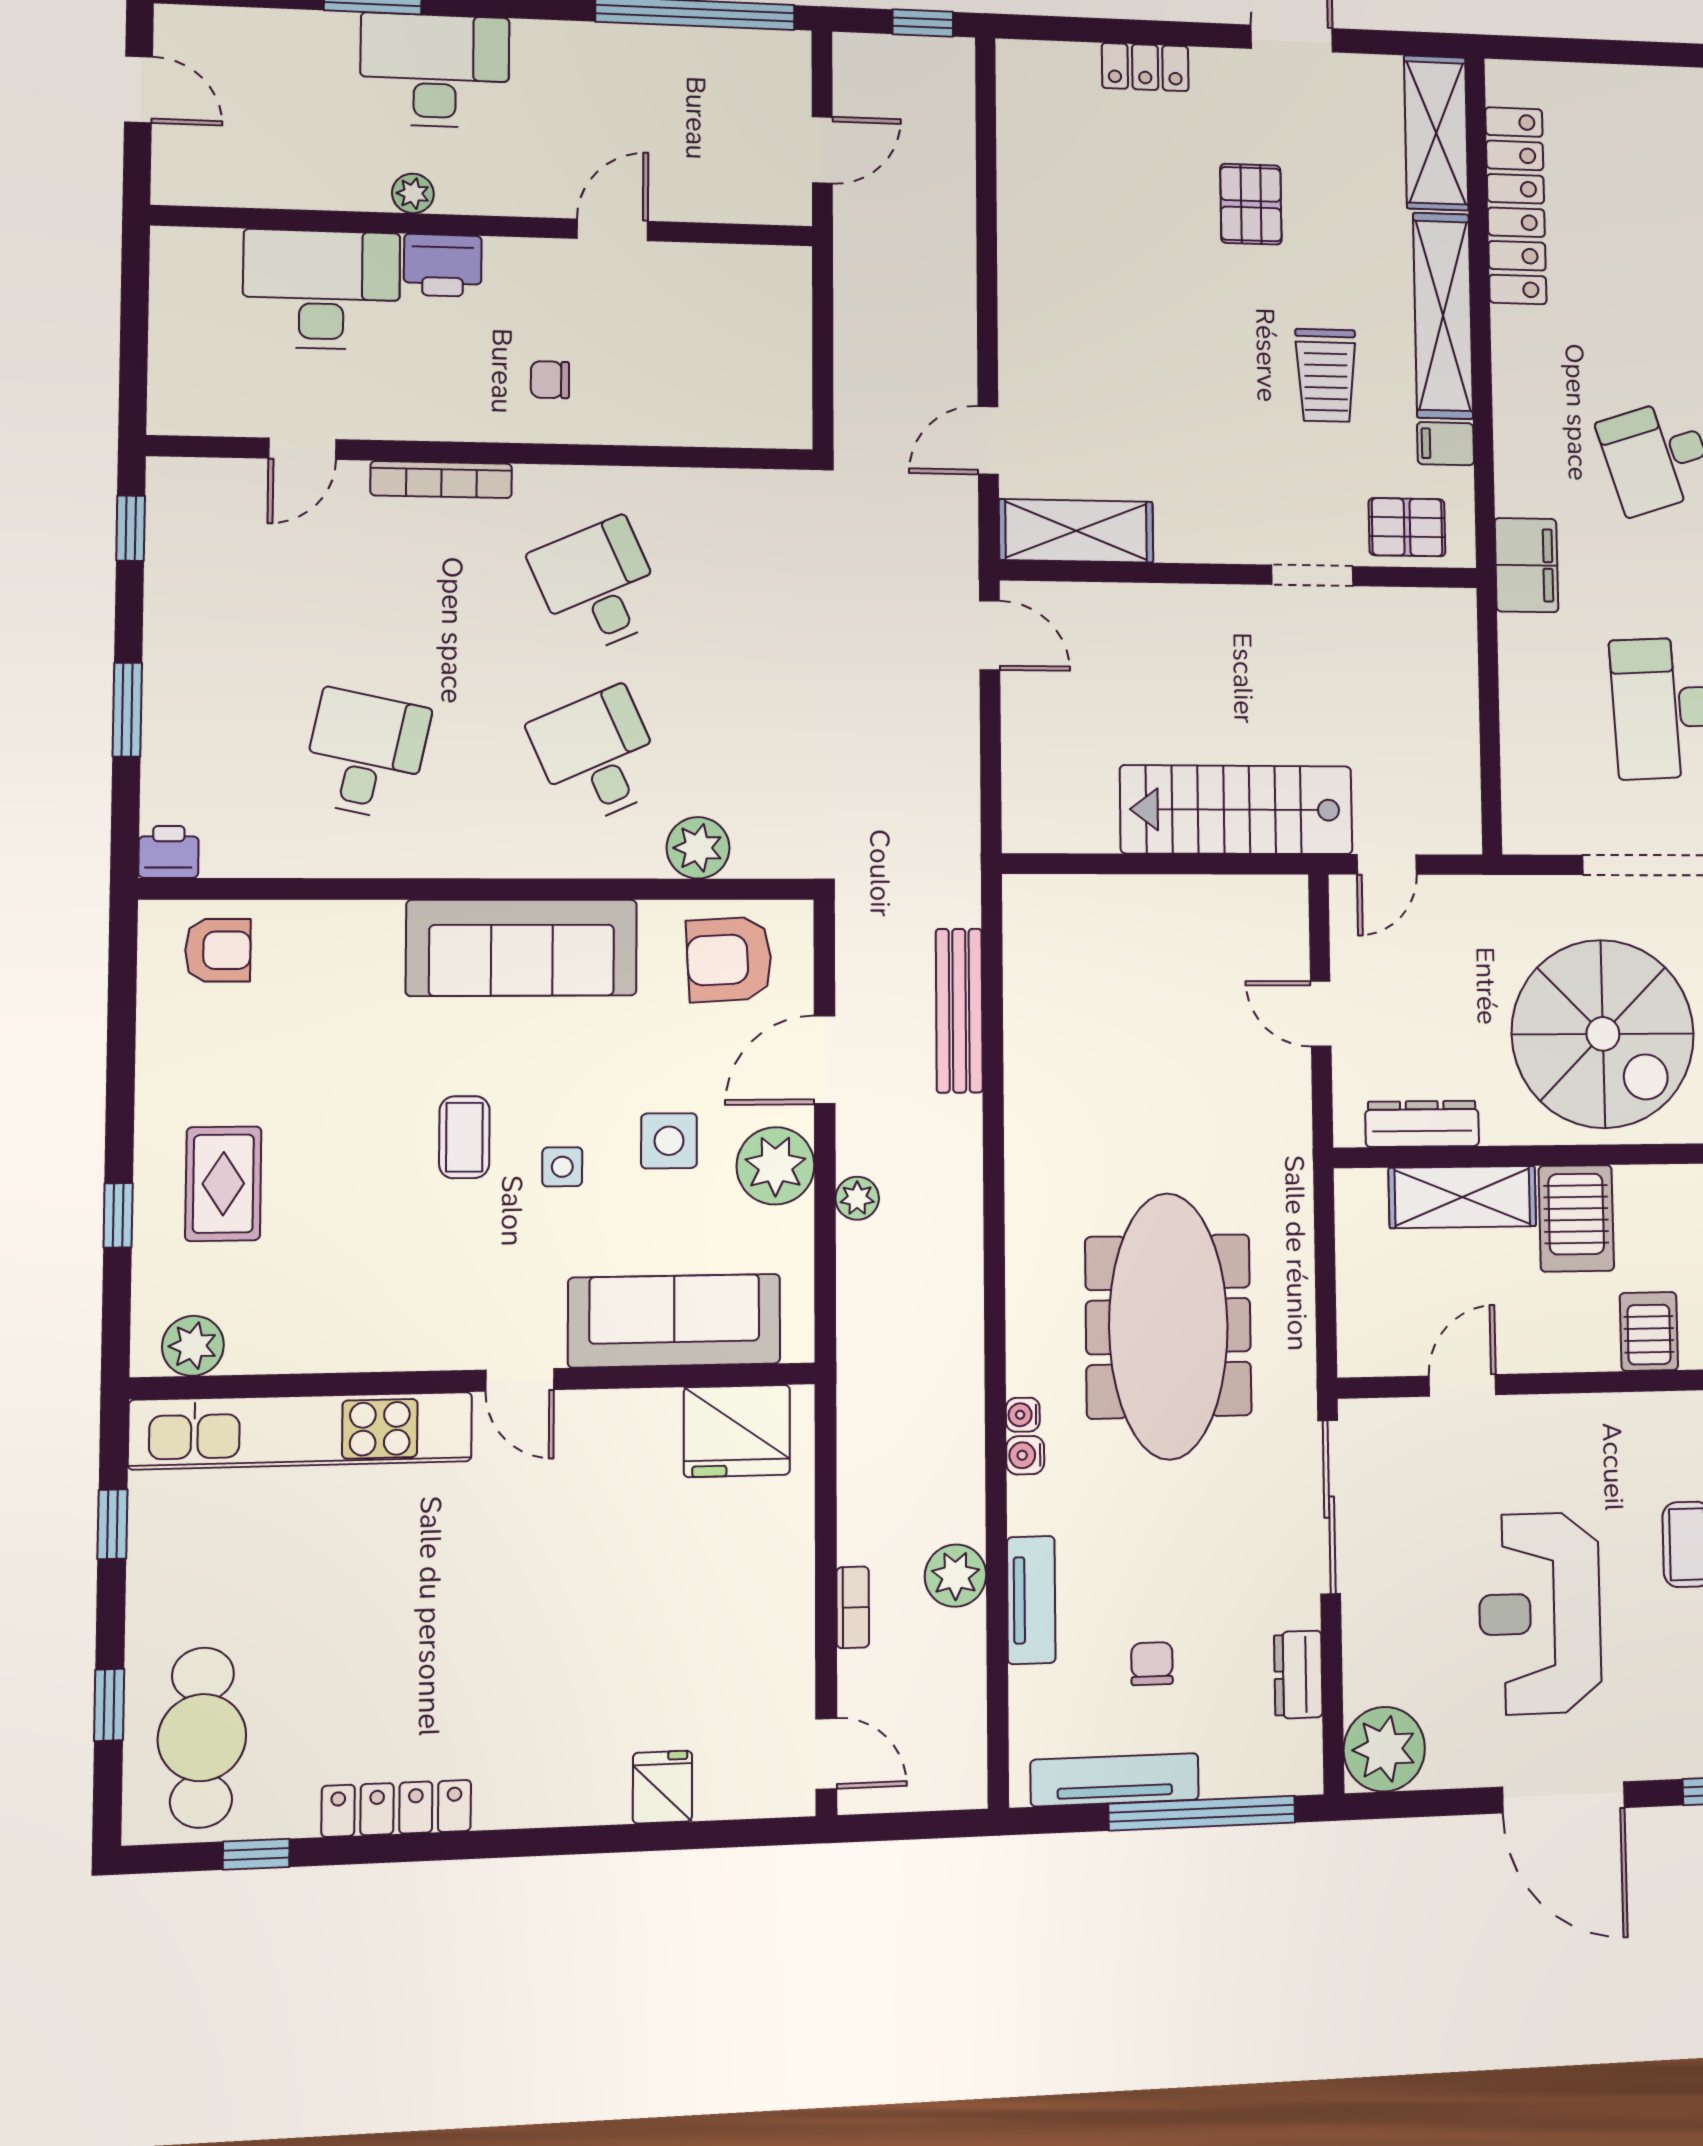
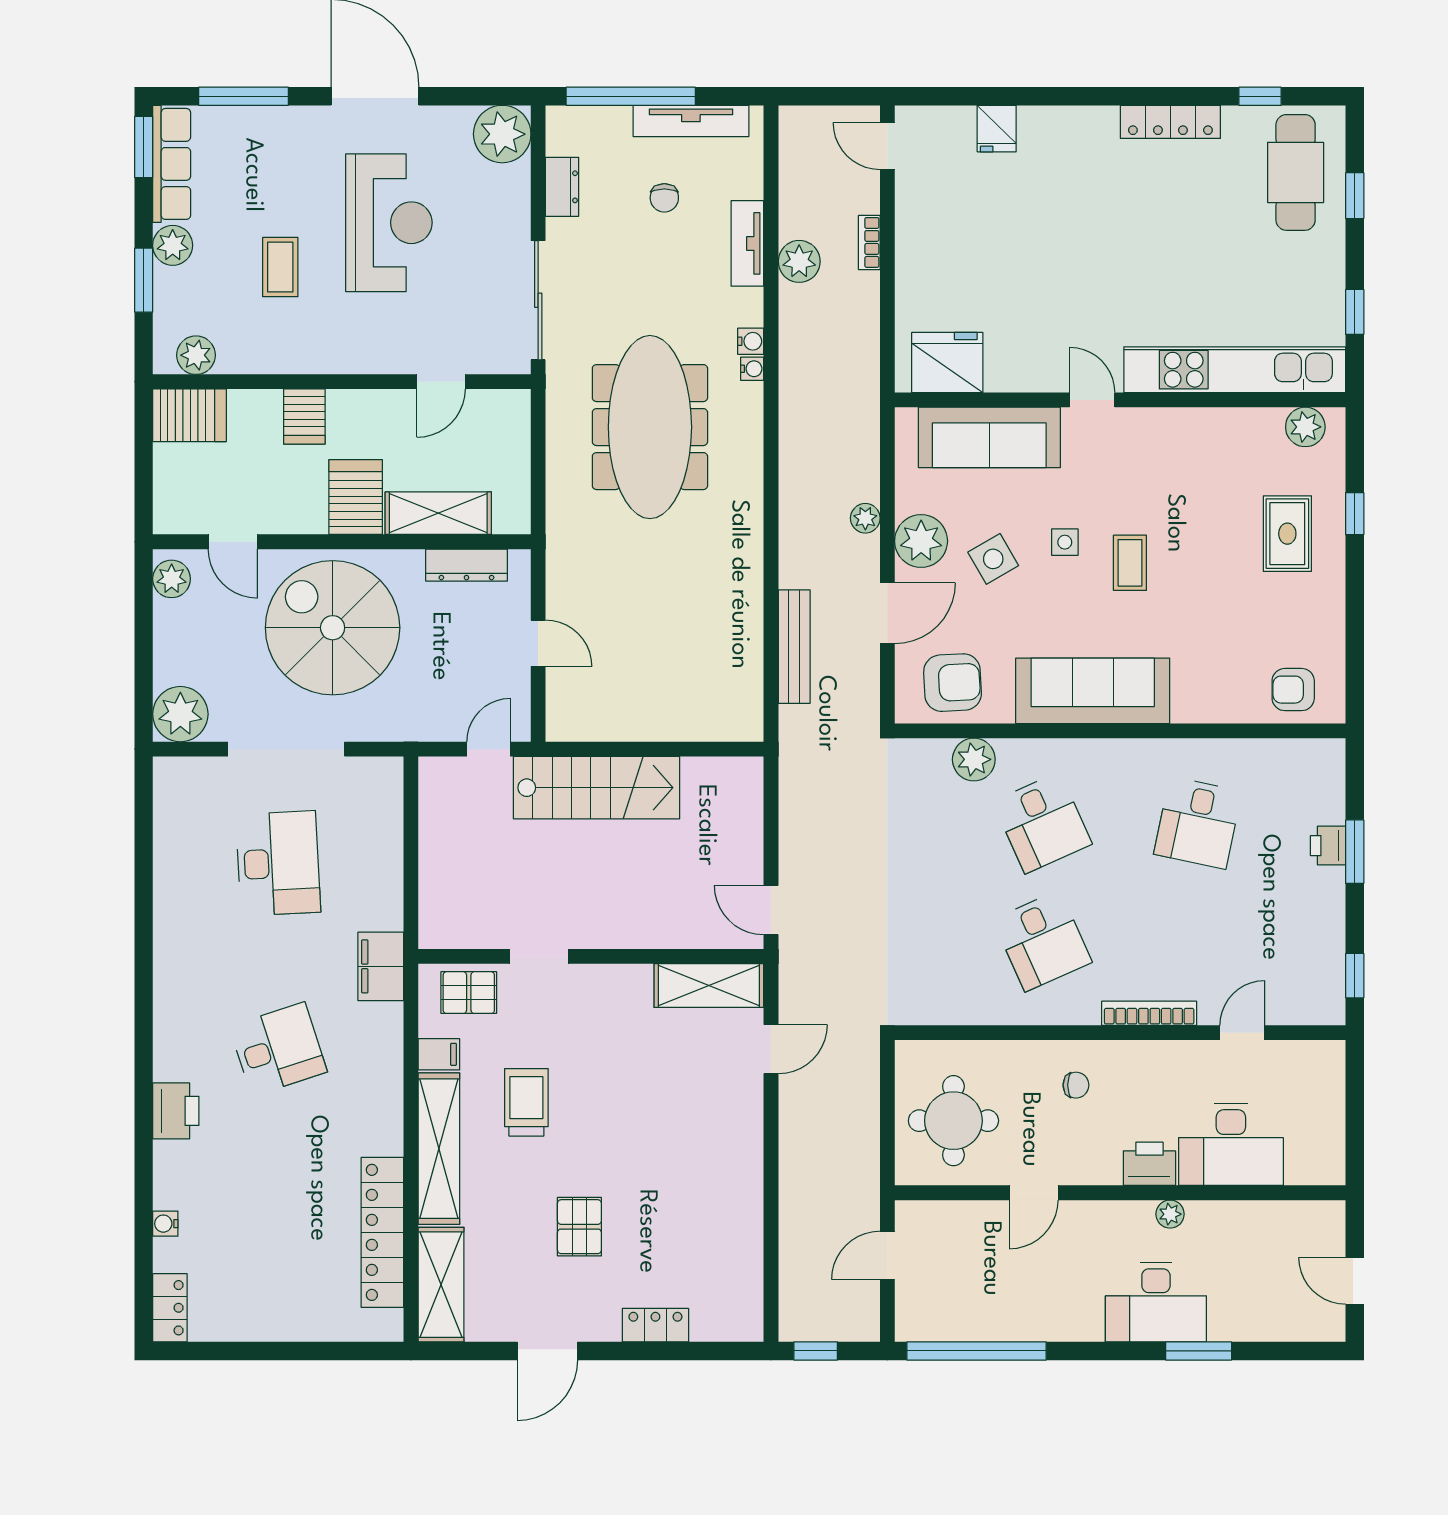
round table: (728, 334) -> (953, 1121), added
printer: (169, 852) -> (1328, 846), moved, turned 90
side table: (669, 1141) -> (993, 559), turned -30

